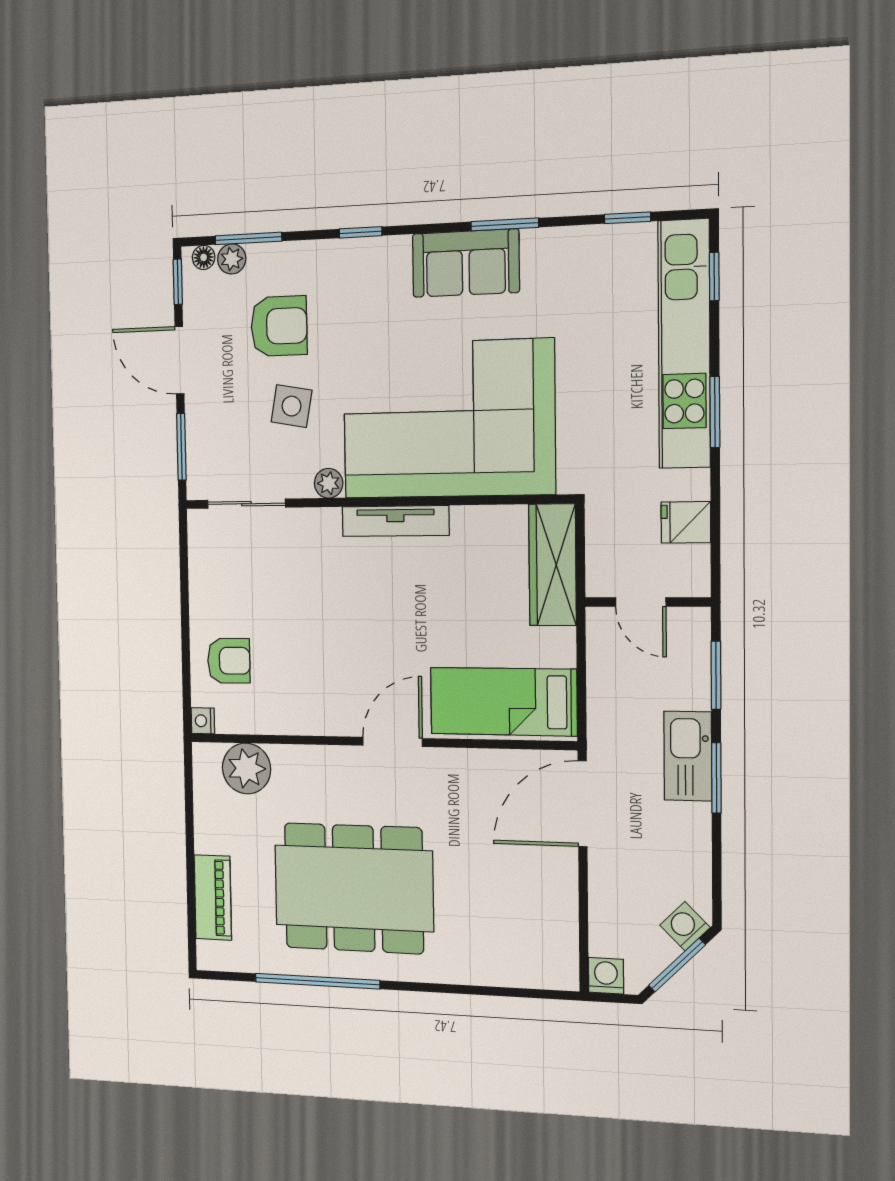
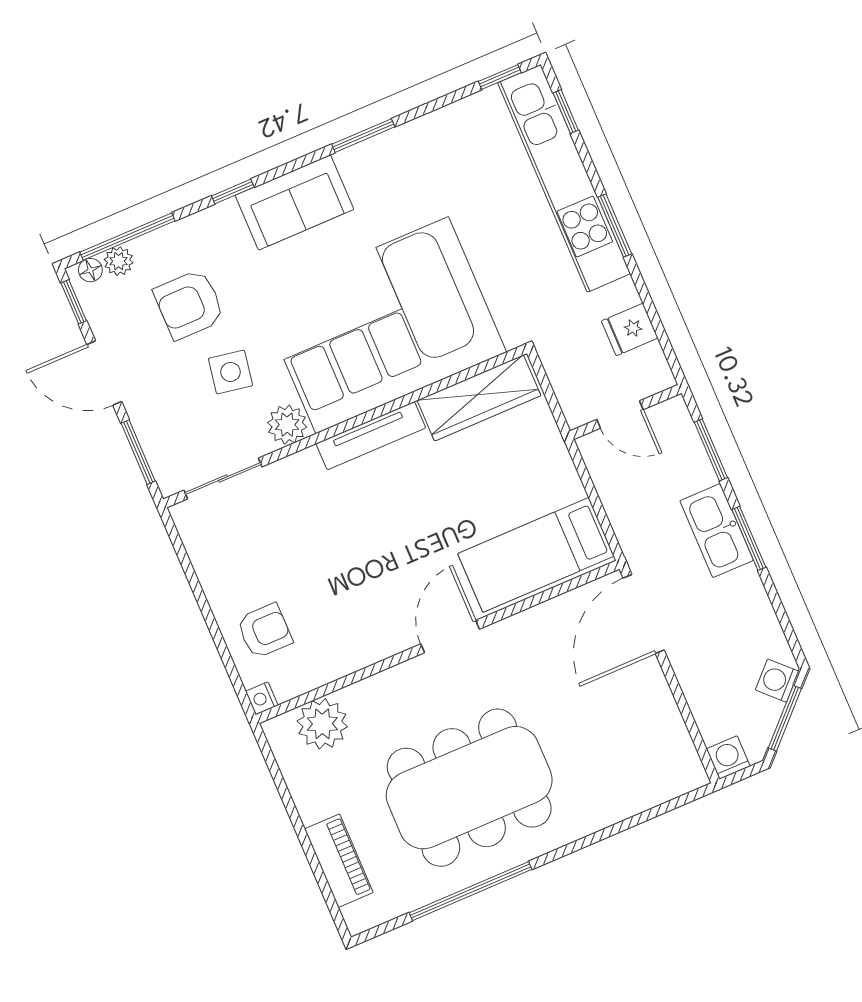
window: (627, 218) -> (500, 77), moved
window: (248, 238) -> (127, 237), width x1.44
sofa: (466, 263) -> (294, 202), moved
armchair: (279, 326) -> (189, 304), turned 180
plant: (329, 483) -> (287, 425), width x1.38, depth x1.38
wardrobe: (553, 565) -> (479, 398), moved, turned -90

